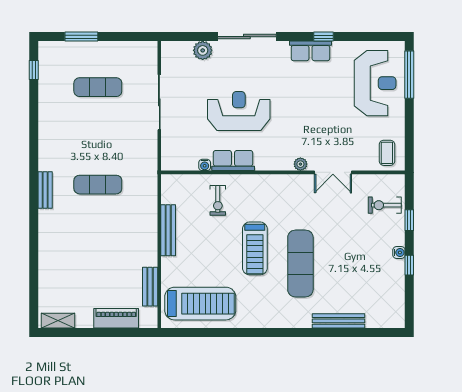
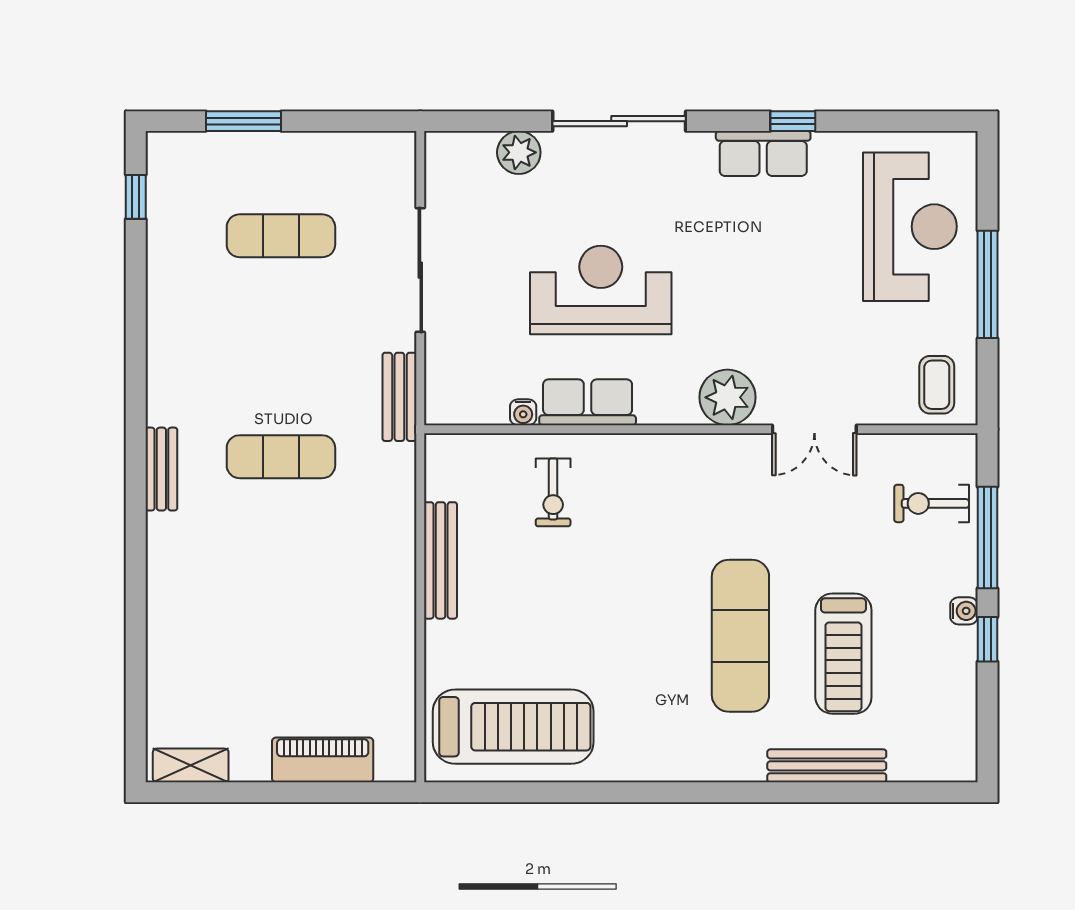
window: (409, 75) -> (987, 284), moved
plant: (300, 164) -> (727, 397), width x1.87, depth x1.87
window: (409, 220) -> (987, 538), width x2.17
treadmill: (255, 248) -> (843, 654), moved
bench: (150, 287) -> (399, 397), moved

